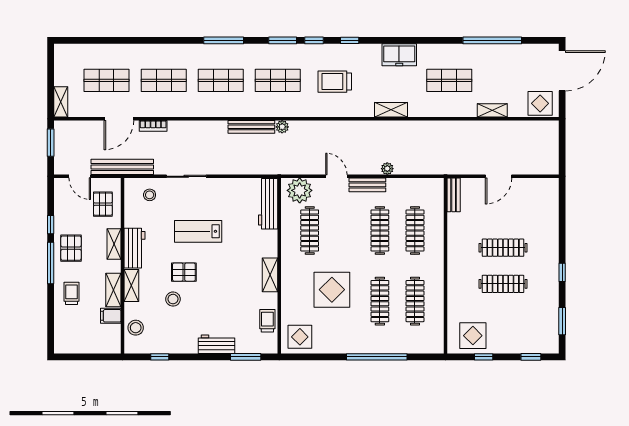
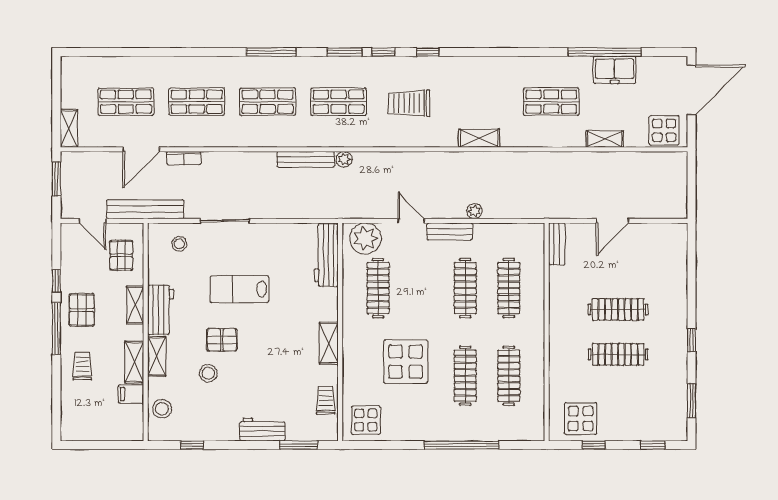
freezer: (399, 55) -> (615, 70), moved

